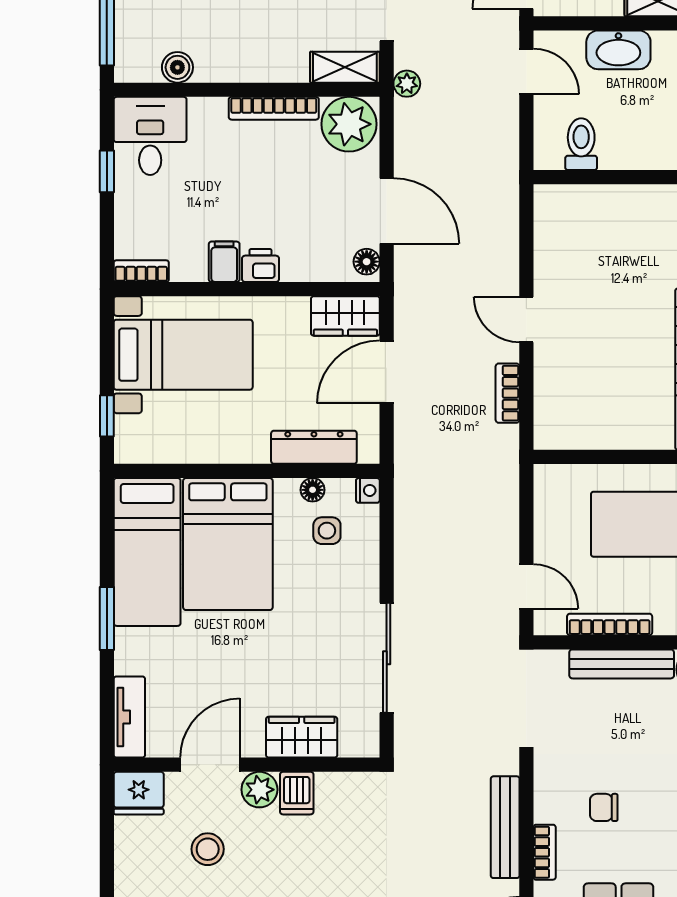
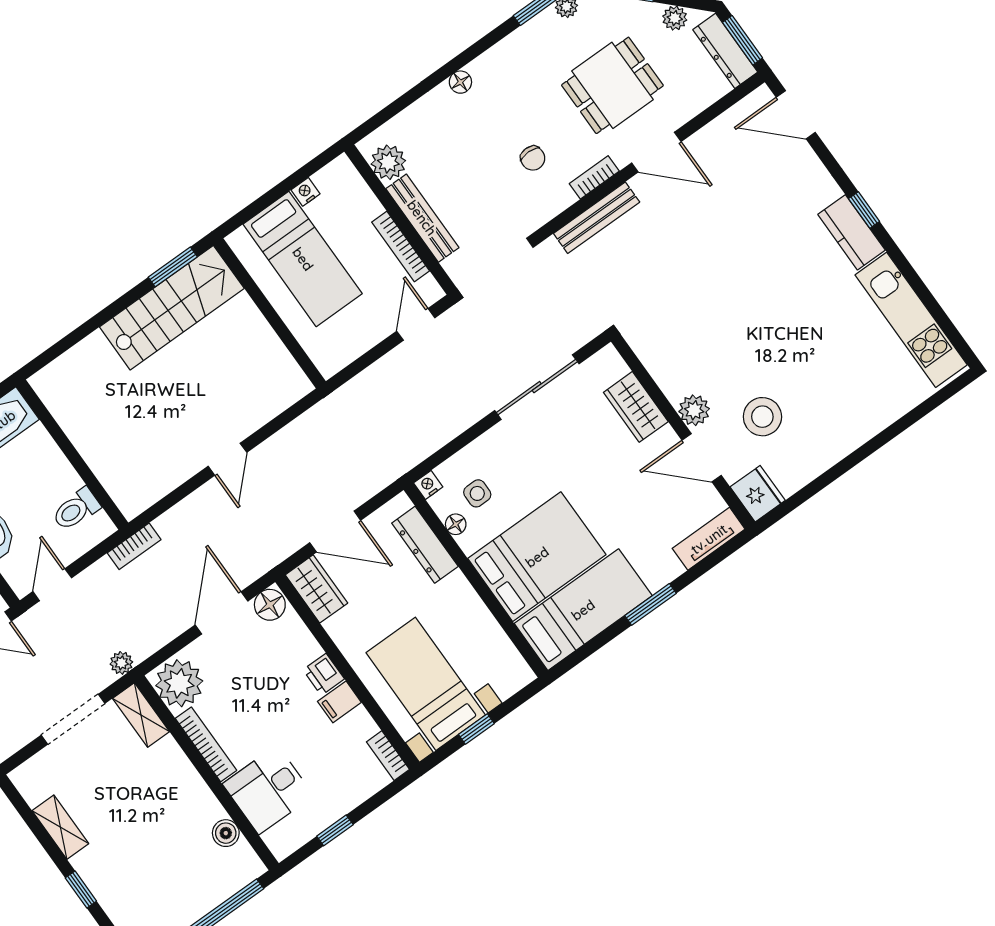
desk: (150, 136) -> (268, 790), moved
floor lamp: (367, 262) -> (270, 605), width x1.37, depth x1.37
bookcase: (508, 393) -> (134, 546), moved
window: (107, 416) -> (476, 729), moved
dishwasher: (297, 793) -> (678, 382), removed
stool: (208, 849) -> (762, 417), width x1.38, depth x1.38

